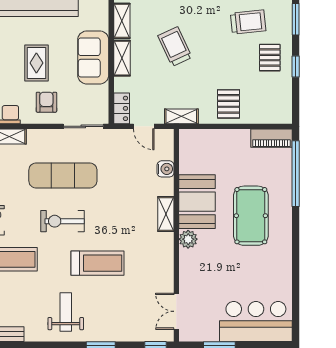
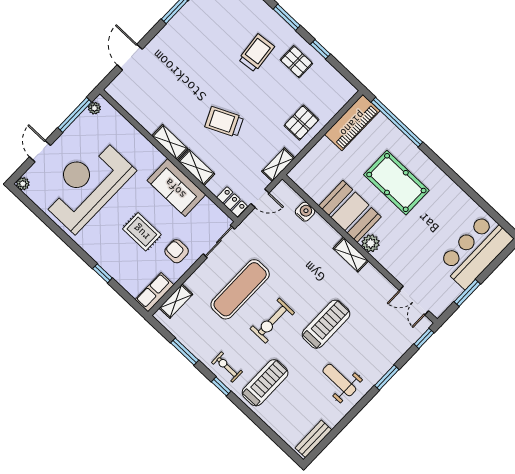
pallet: (228, 104) -> (301, 123), turned 90
piano: (272, 138) -> (352, 123), width x1.37, depth x1.33
shelving: (166, 214) -> (351, 255), moved

